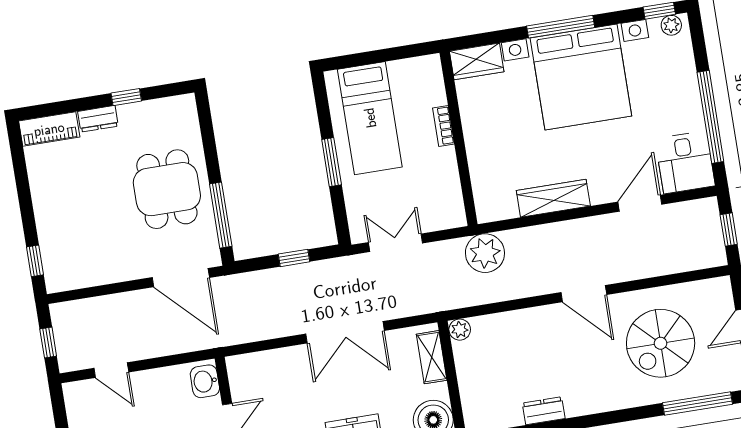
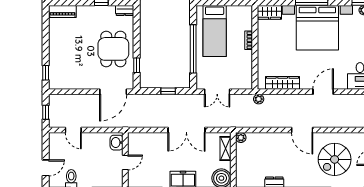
dresser: (98, 119) -> (125, 10), moved
window: (332, 162) -> (193, 49), width x2.11
wardrobe: (553, 198) -> (283, 83), moved
door: (640, 203) -> (323, 92), moved
window: (221, 215) -> (137, 65), width x0.46
double door: (395, 243) -> (217, 92), swing flipped
plant: (485, 253) -> (259, 99), width x0.53, depth x0.53
door: (181, 278) -> (113, 92), hinge flipped

